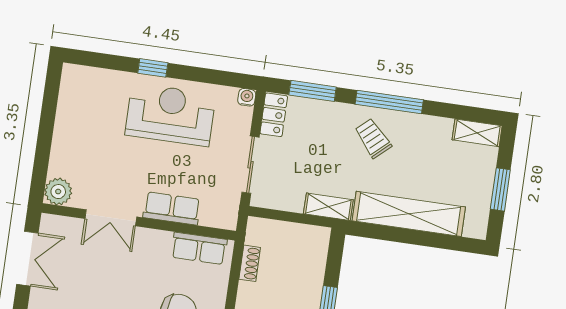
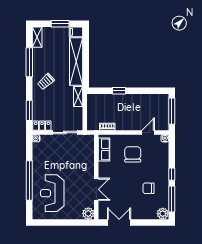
window: (153, 68) -> (29, 180), width x3.17
window: (389, 102) -> (29, 62), moved
reception desk: (170, 115) -> (52, 193), moved
row of seats: (172, 208) -> (88, 164), removed
filing cabinet: (477, 223) -> (76, 32), added

